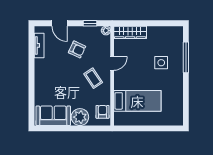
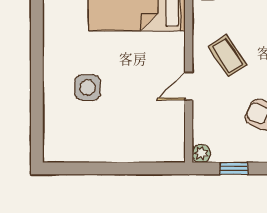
wardrobe: (130, 32) -> (152, 150), removed
window: (186, 57) -> (37, 98), removed

